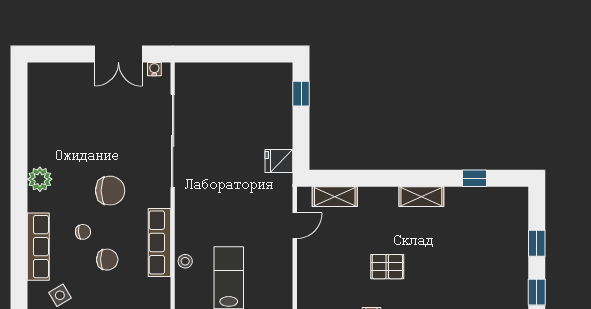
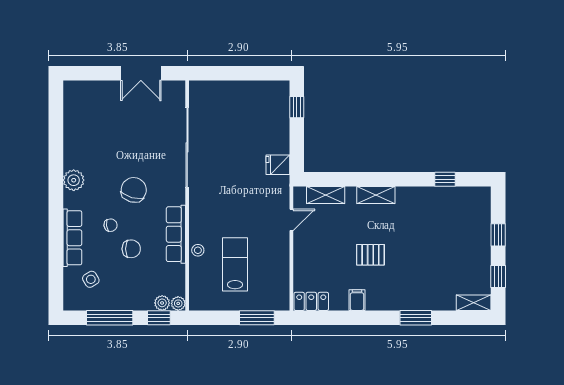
water cooler: (154, 69) -> (171, 86), removed
chair: (110, 191) -> (134, 190), turned -74
shelving: (421, 197) -> (376, 195), moved

